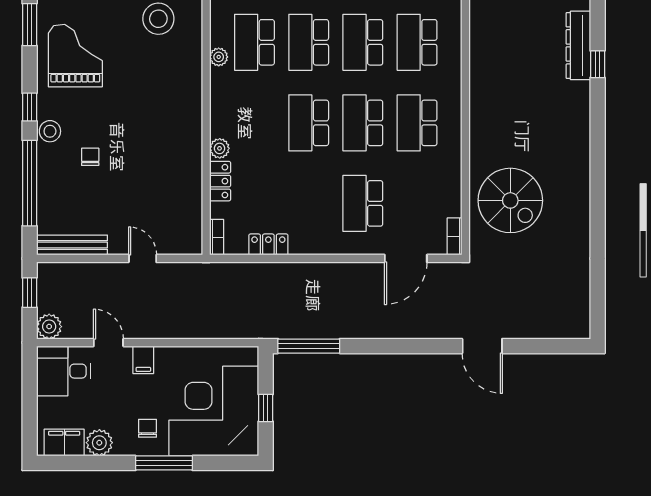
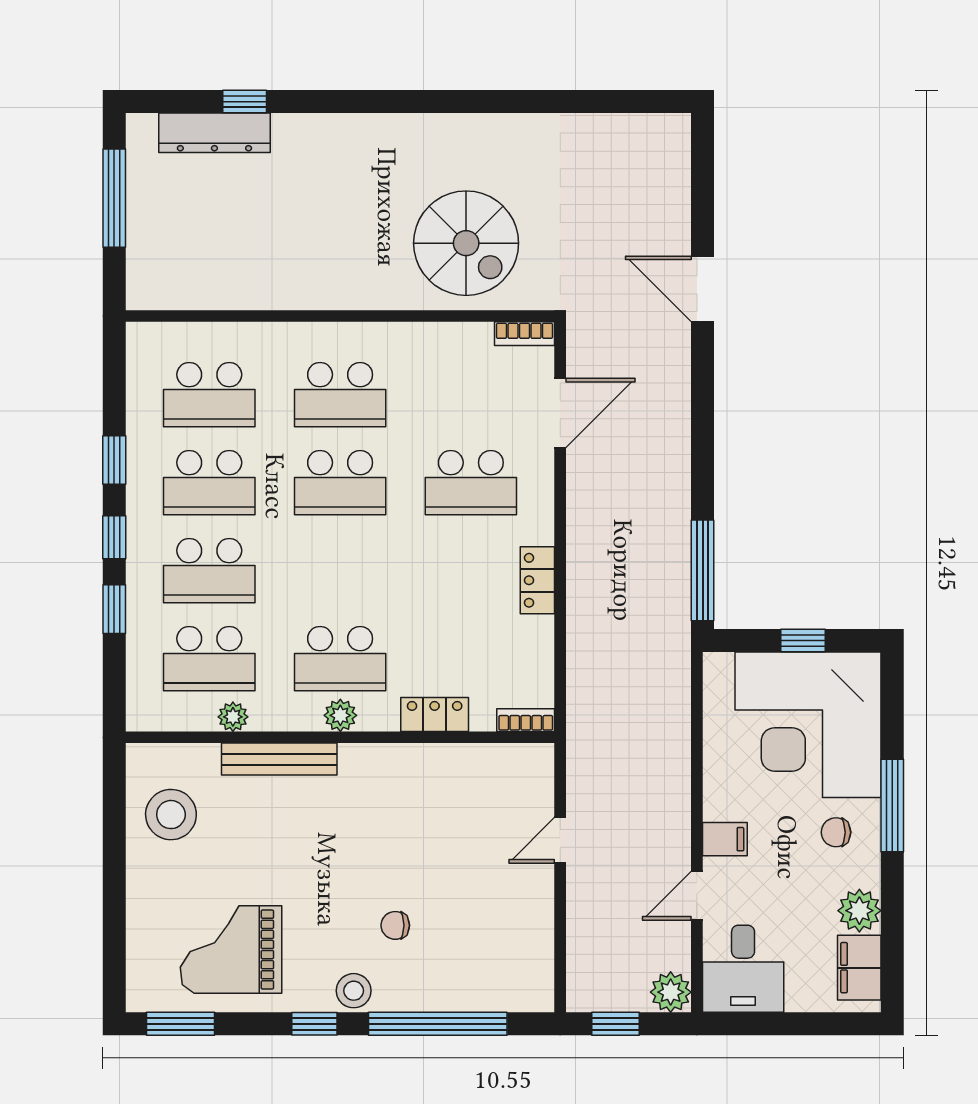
school desk: (309, 123) -> (340, 659), moved
plant: (220, 148) -> (340, 715), moved
spiral stairs: (510, 200) -> (466, 243), turned 90
locker: (268, 244) -> (537, 580), moved
bench: (72, 245) -> (279, 759), moved, turned 90
door: (406, 258) -> (560, 413), hinge flipped
door: (482, 346) -> (703, 289), swing flipped

